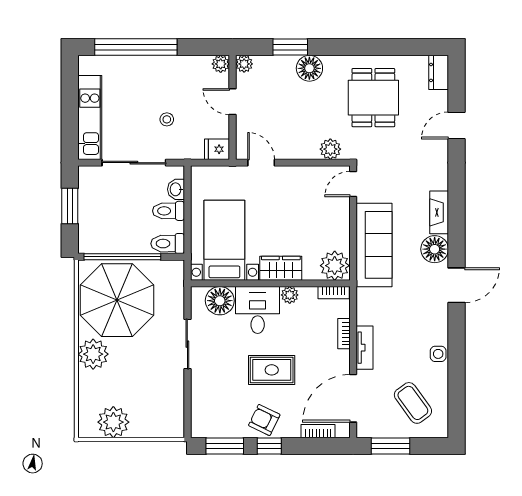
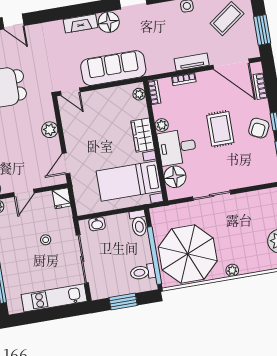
plant: (330, 149) -> (50, 130), moved
toilet: (169, 211) -> (143, 272), moved, turned 90
plant: (335, 266) -> (139, 94), width x0.53, depth x0.53
plant: (93, 354) -> (232, 270), width x0.53, depth x0.53

